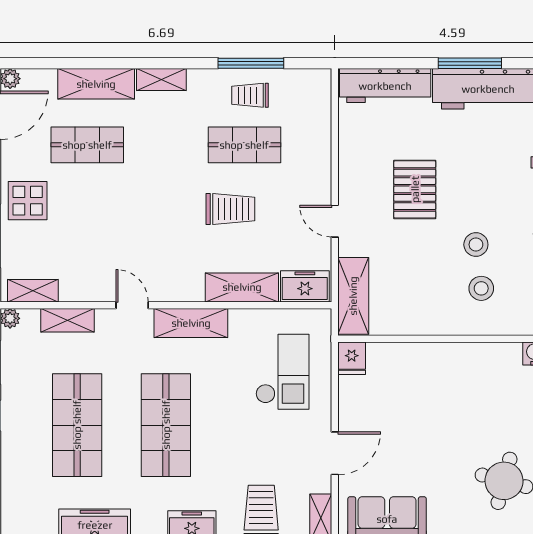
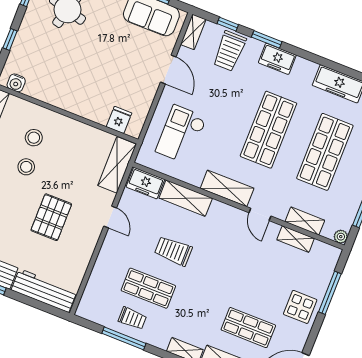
shelving: (33, 291) -> (296, 239), moved
fridge: (352, 358) -> (119, 120), moved
door: (335, 453) -> (168, 69), swing flipped

